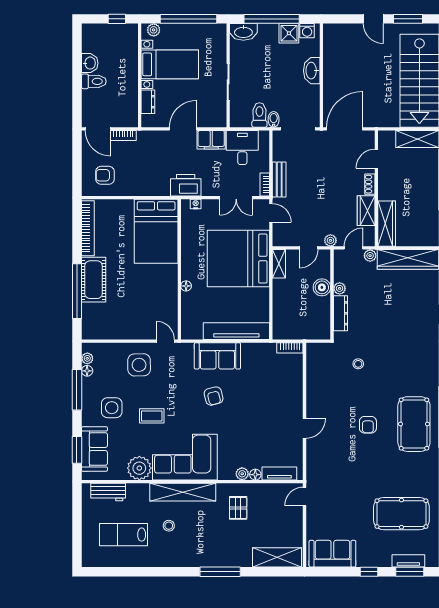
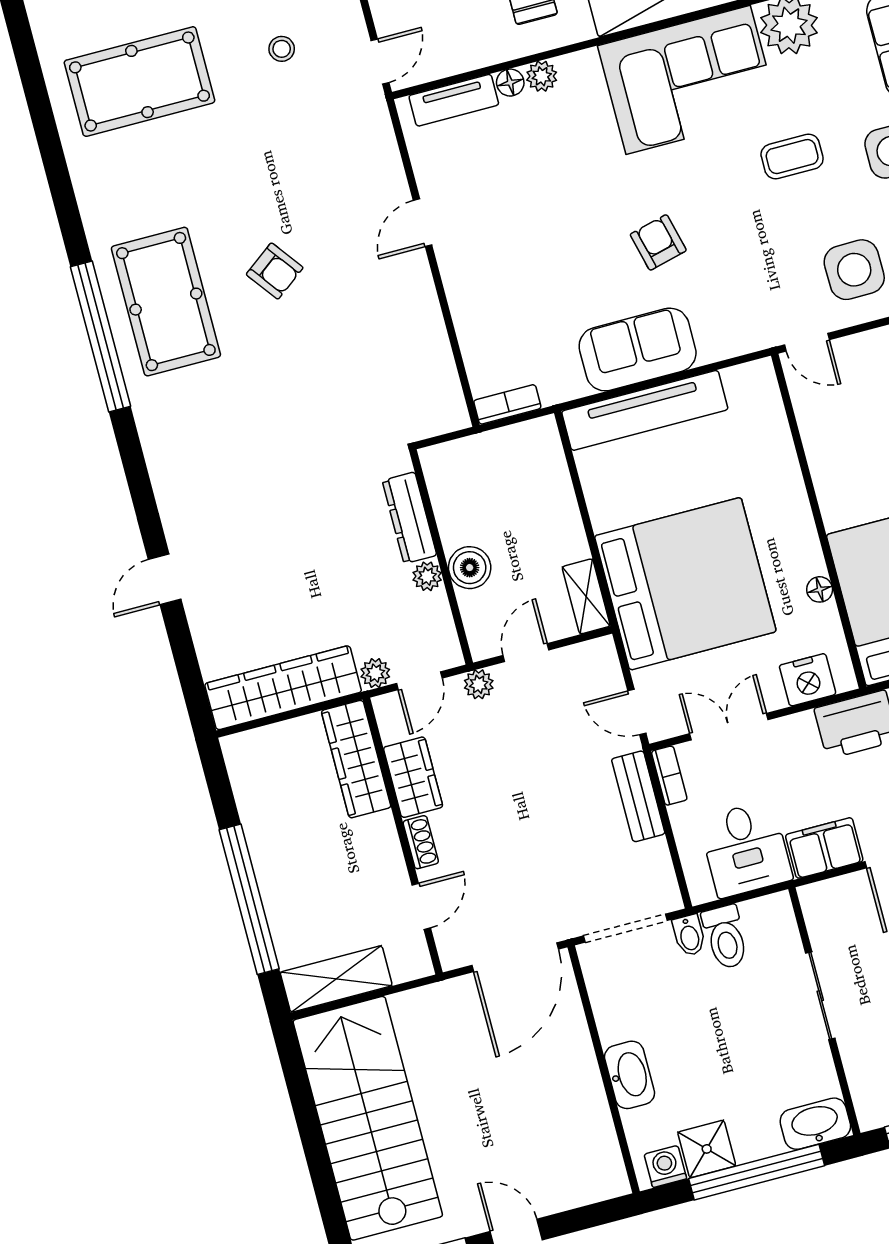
nightstand: (196, 204) -> (808, 680), width x1.89, depth x1.79
floor lamp: (186, 286) -> (820, 589), moved
sofa: (217, 356) -> (638, 350), moved
stool: (358, 364) -> (282, 49), moved
armchair: (368, 425) -> (275, 271), turned 143

